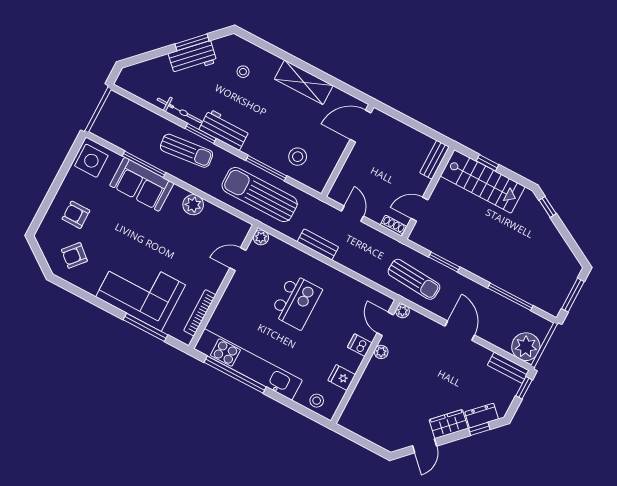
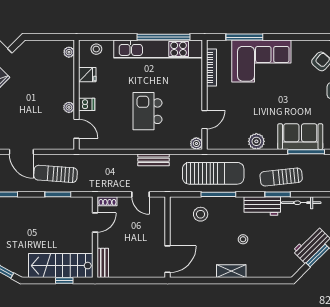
stool: (243, 72) -> (243, 239), moved
shelving: (304, 82) -> (231, 271), width x0.67, depth x0.75
sun lounger: (414, 279) -> (56, 174), moved
plant: (403, 311) -> (69, 52), moved

